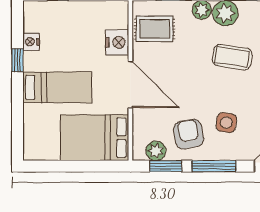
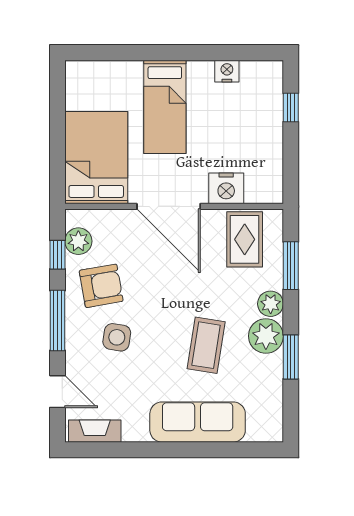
window: (18, 60) -> (202, 53), removed
door: (130, 85) -> (169, 206), hinge flipped
window: (166, 166) -> (57, 255), width x0.67

